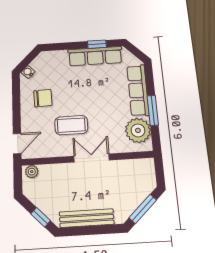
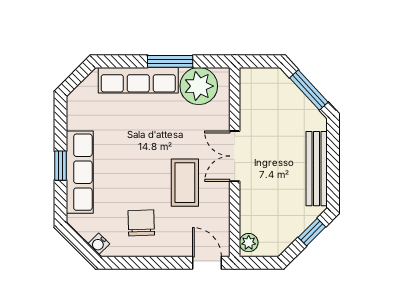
window: (97, 44) -> (60, 166), moved
row of seats: (95, 56) -> (80, 172), moved

